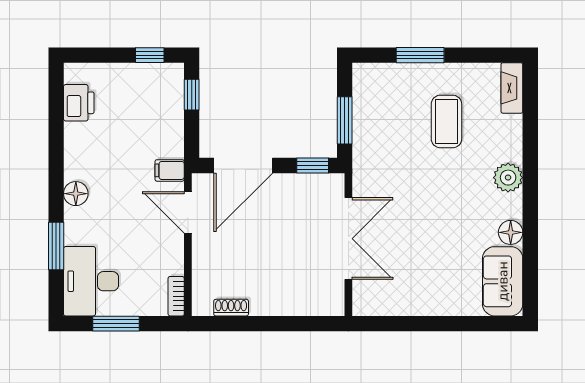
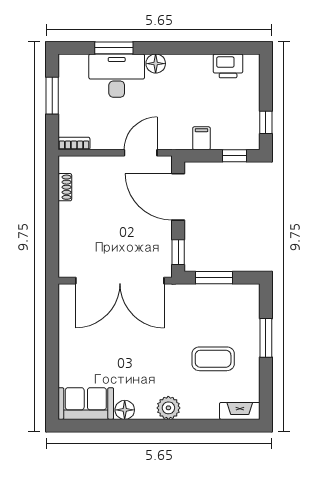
filing cabinet: (170, 170) -> (201, 138), moved
double door: (348, 239) -> (120, 281), width x1.36
desk: (91, 281) -> (117, 76), moved

